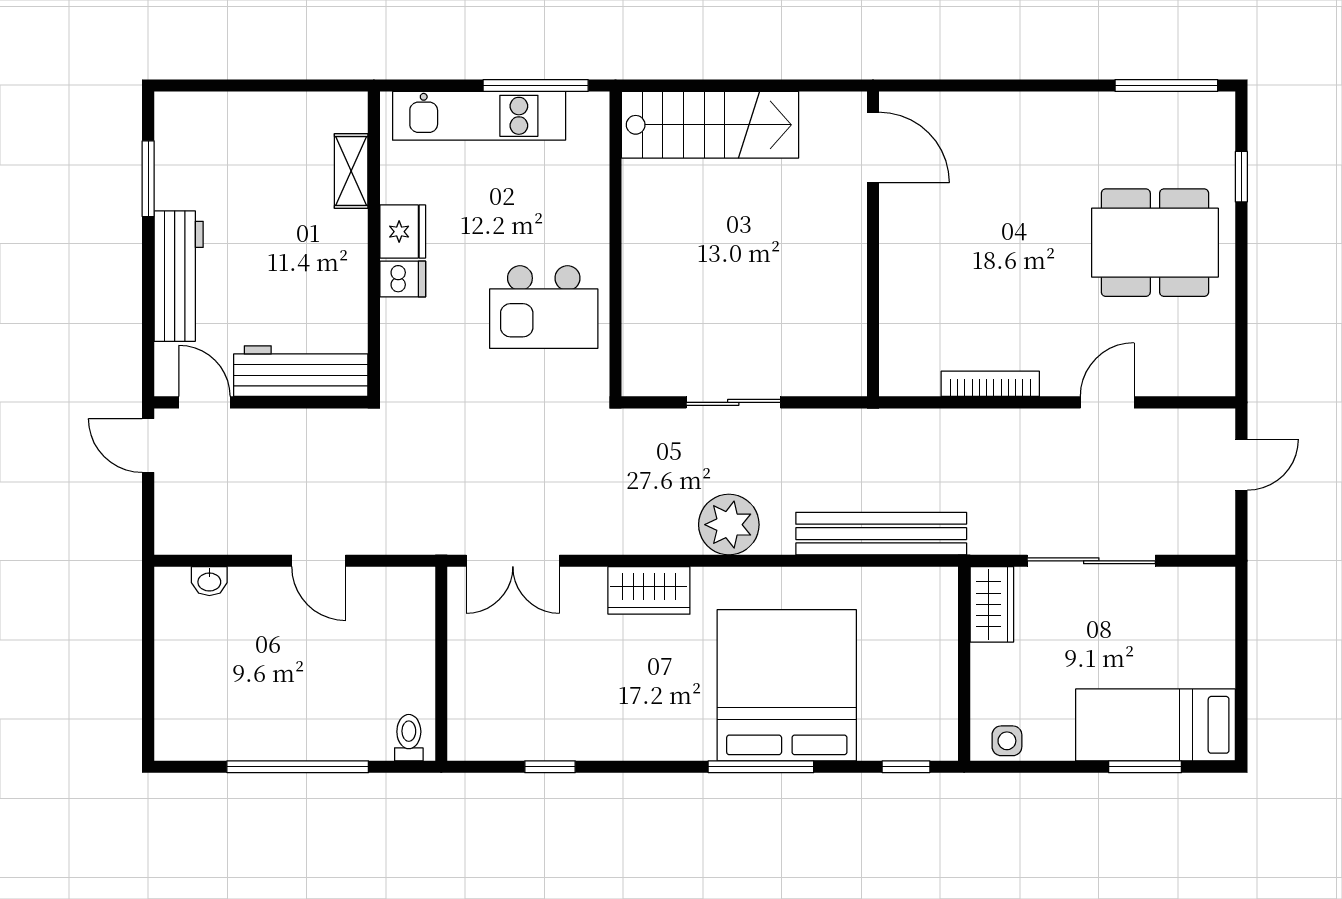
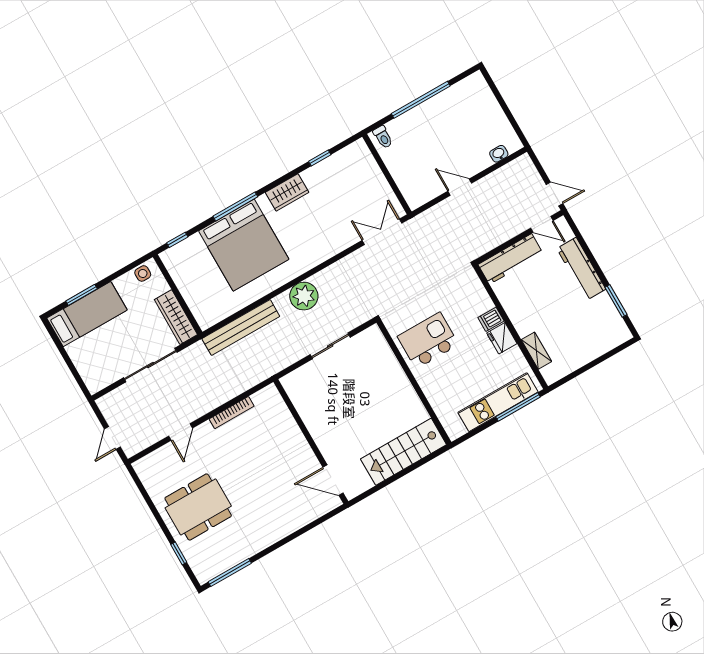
window: (536, 85) -> (518, 407), moved
wardrobe: (649, 590) -> (287, 192), moved, turned 180
wardrobe: (992, 604) -> (176, 317), width x1.50

